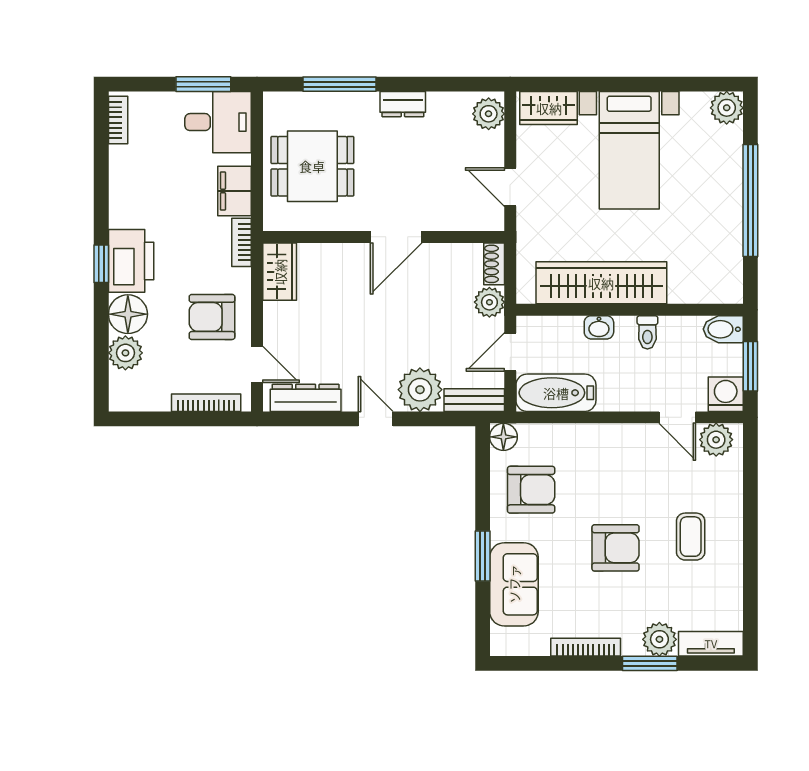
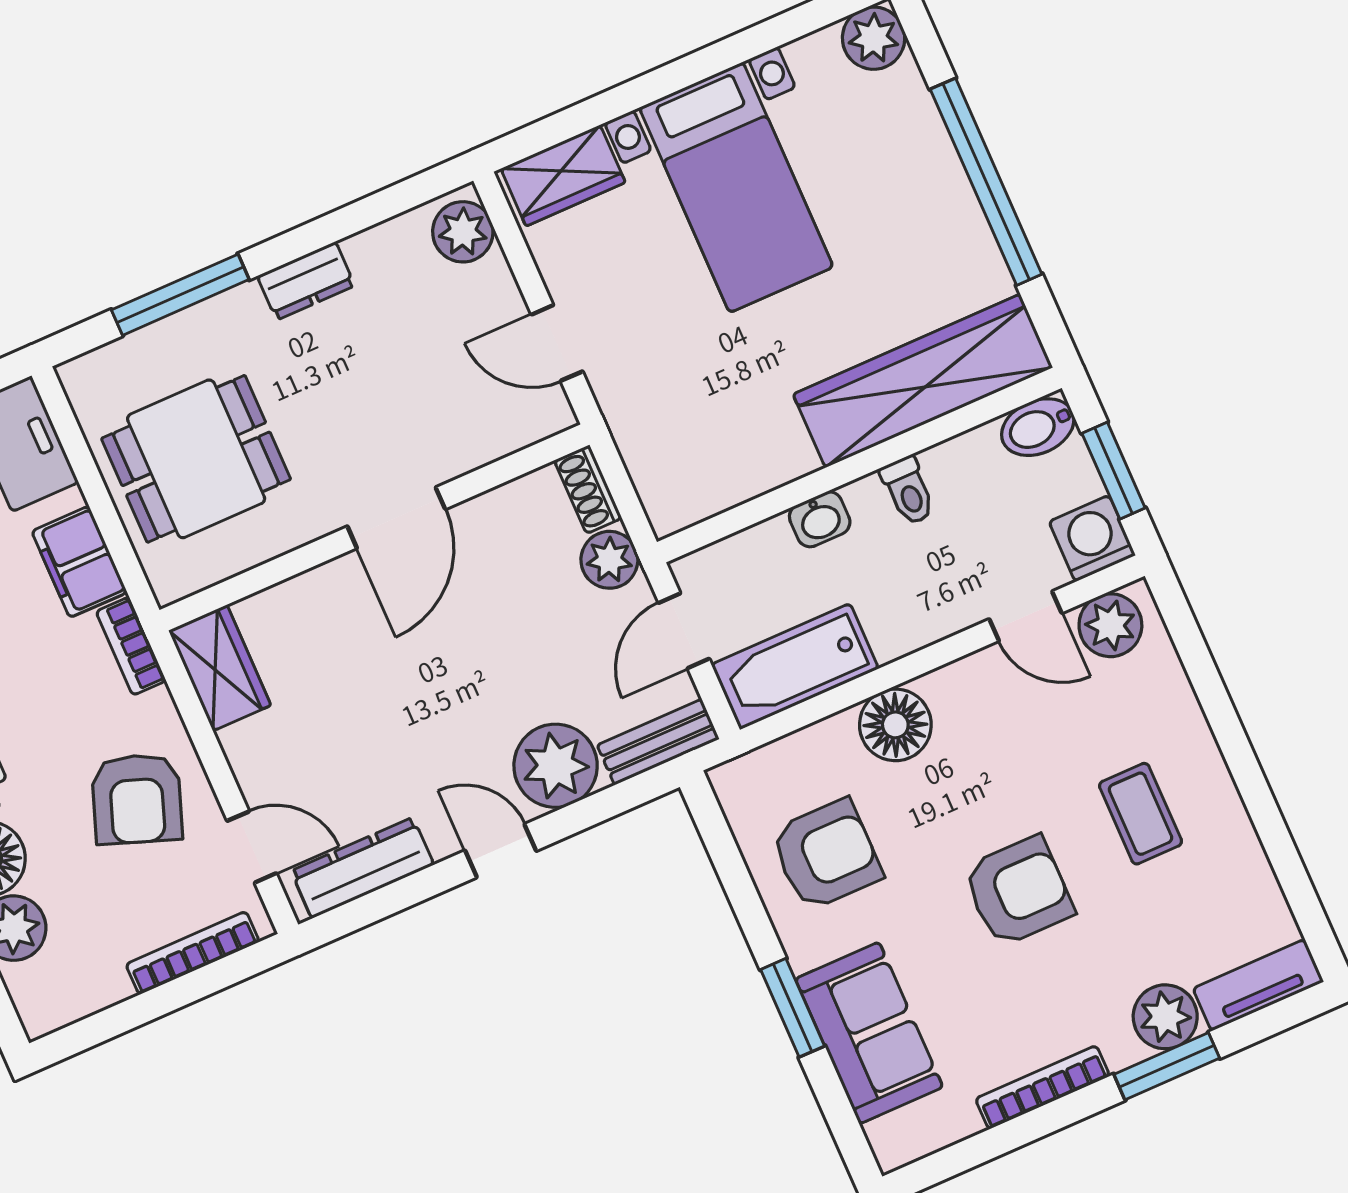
wardrobe: (601, 283) -> (923, 381), moved
armchair: (212, 317) -> (137, 799), turned -70
floor lamp: (503, 437) -> (895, 725), moved, width x1.38, depth x1.38

